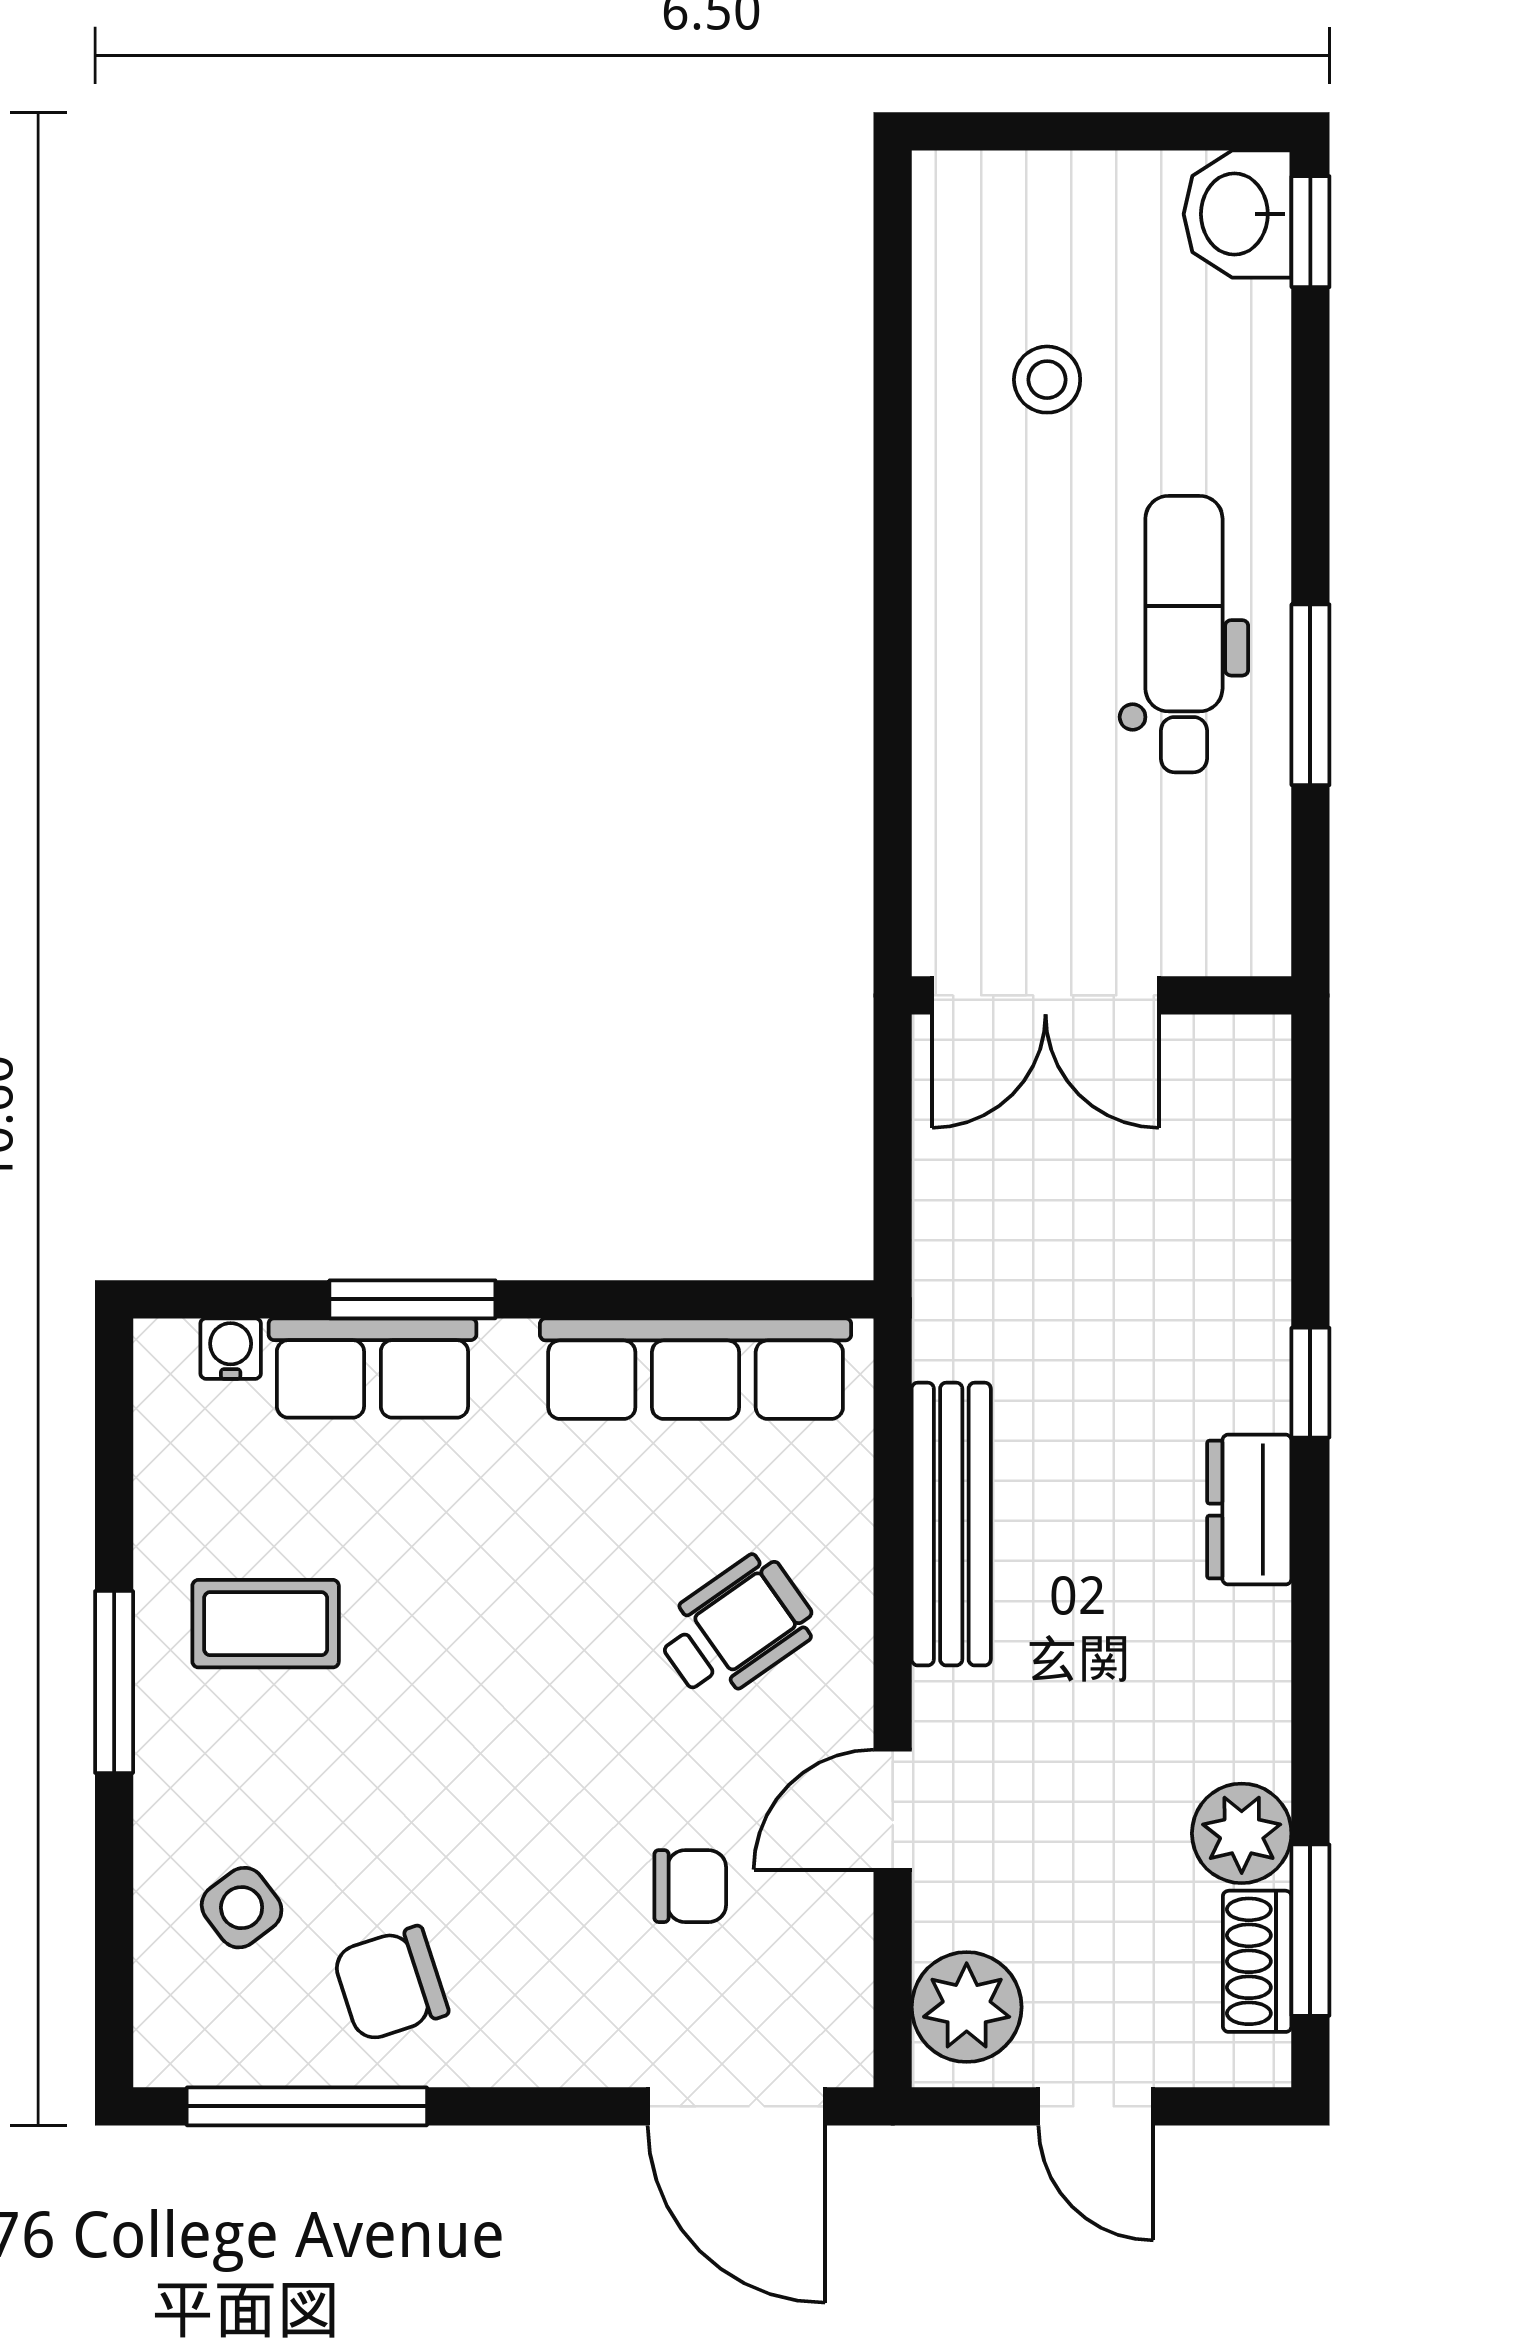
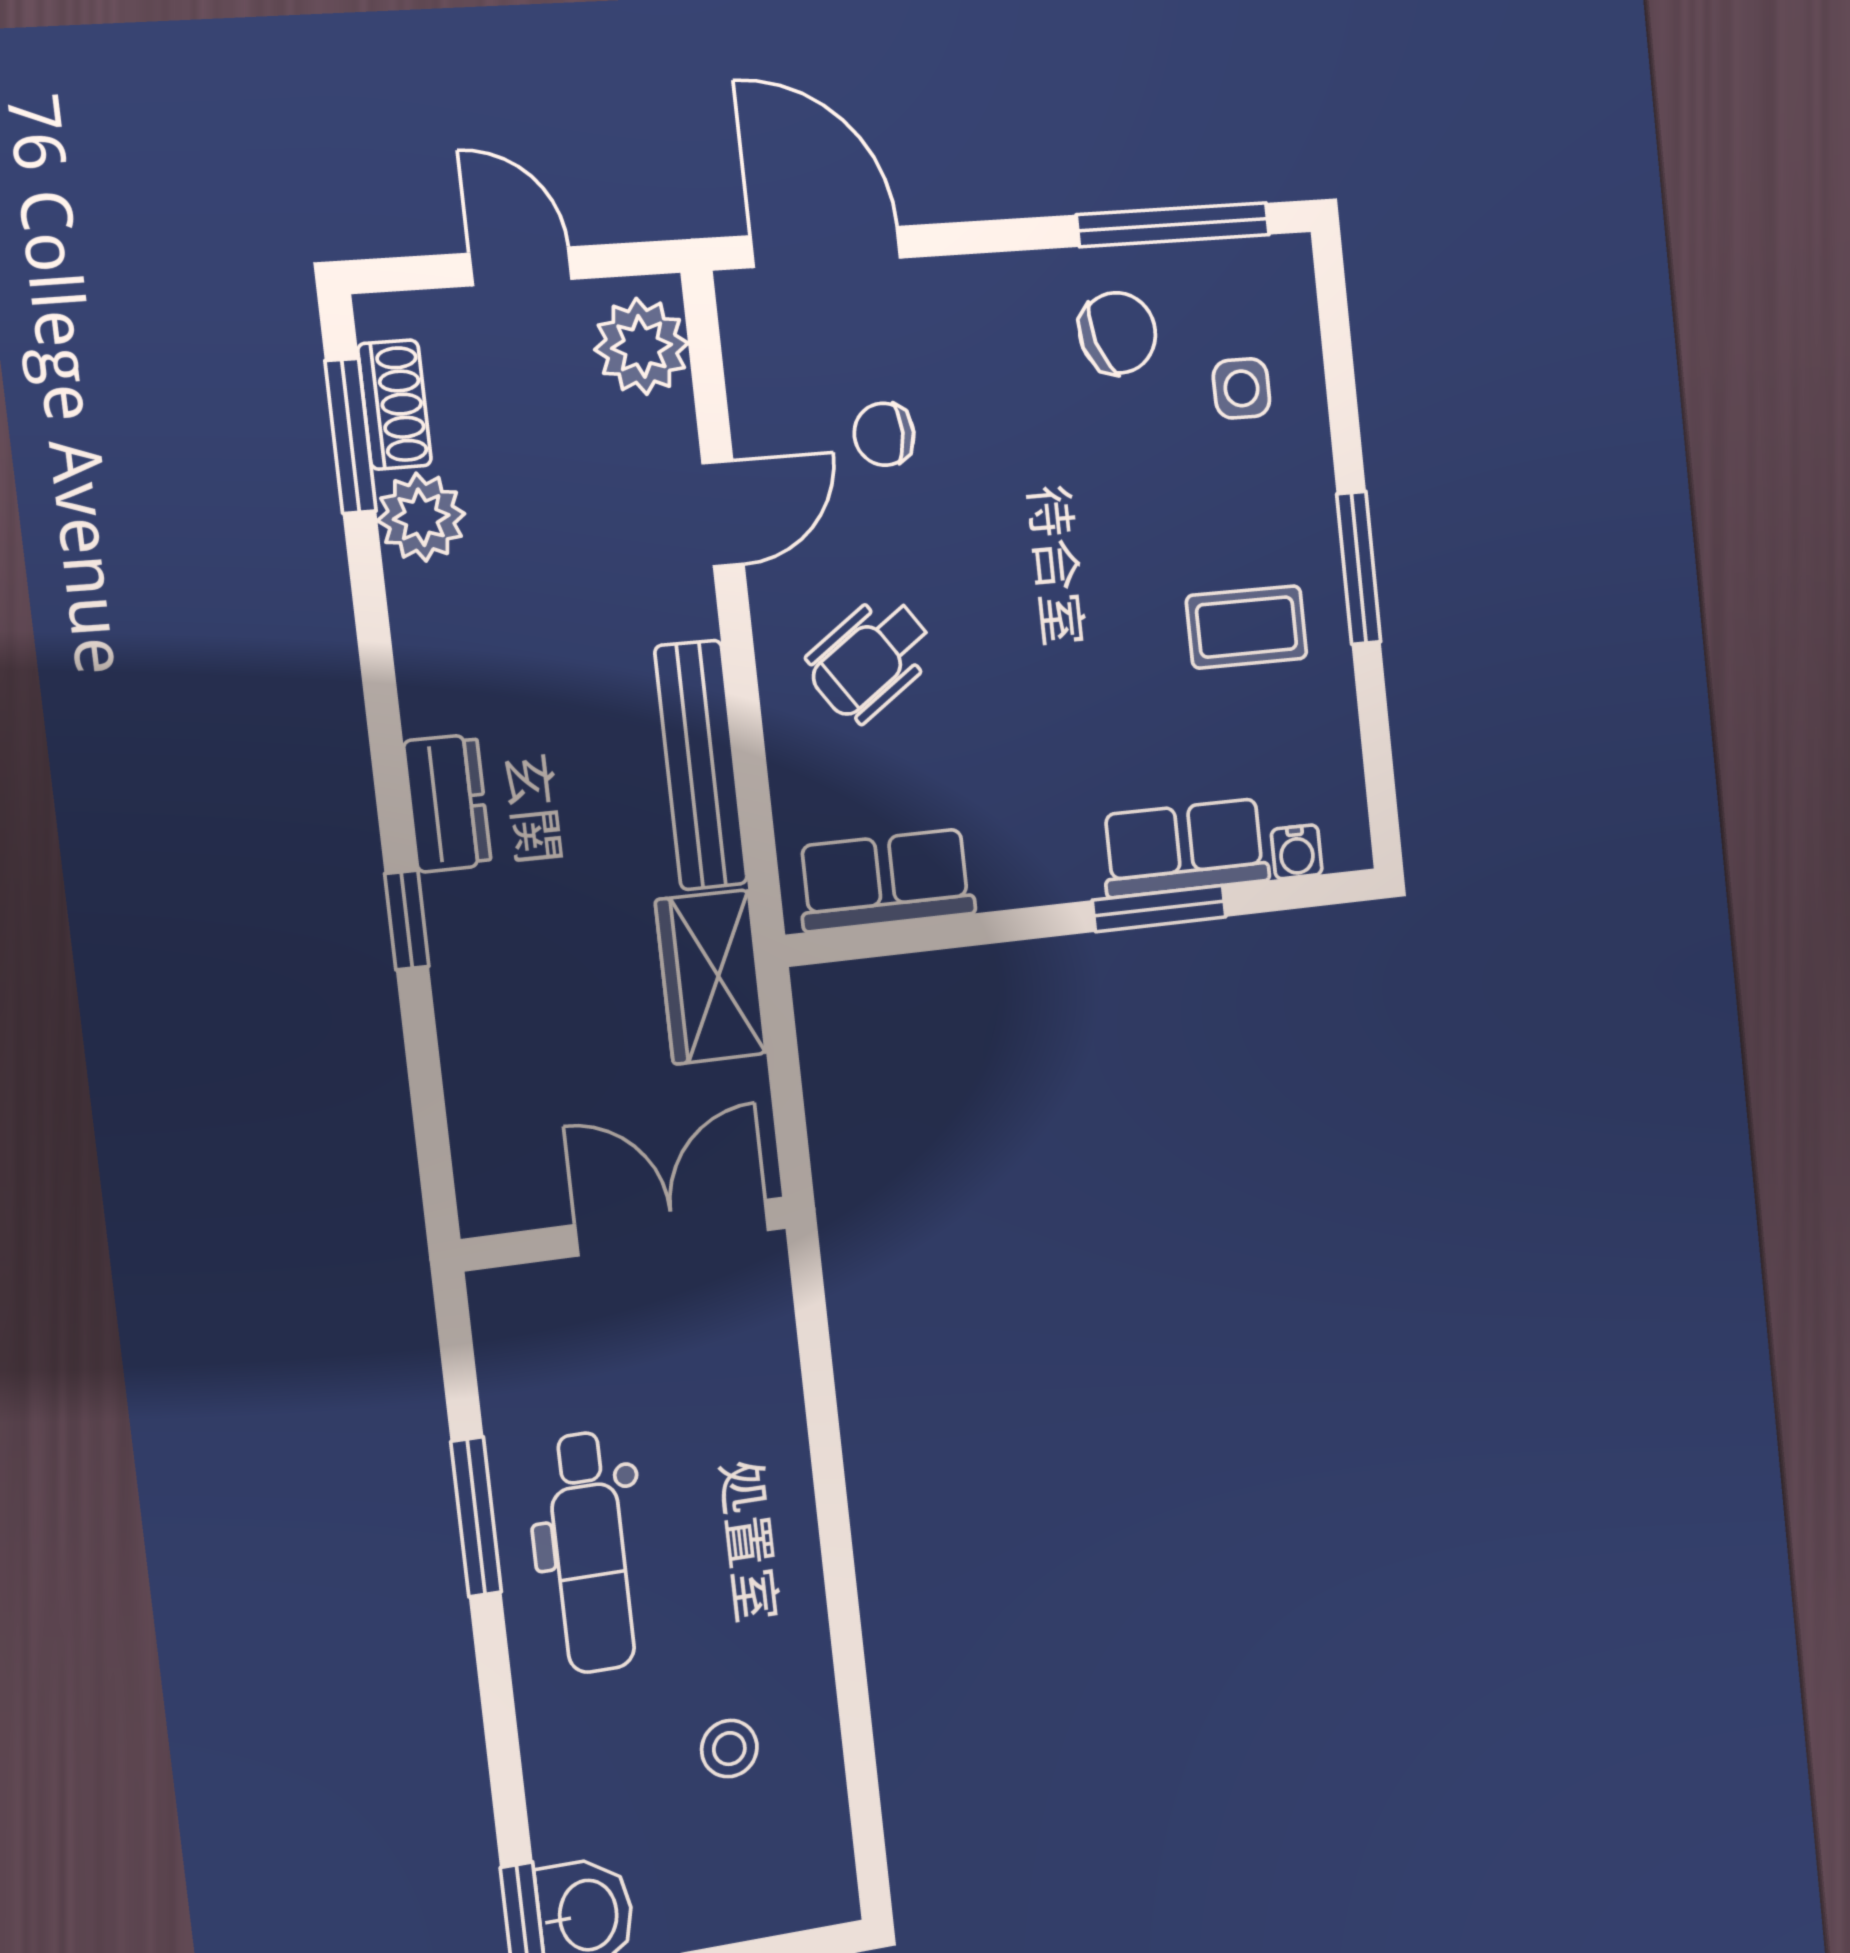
wardrobe: (967, 1279) -> (711, 977), added
row of seats: (696, 1369) -> (886, 880), width x0.68
side table: (242, 1908) -> (1241, 388), turned 37

